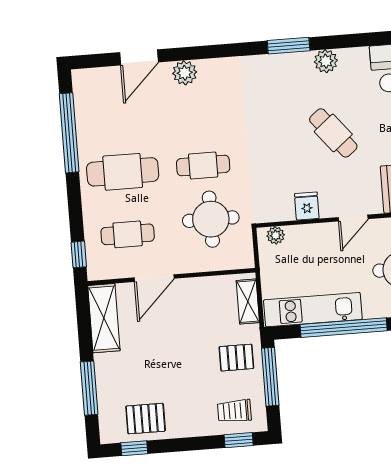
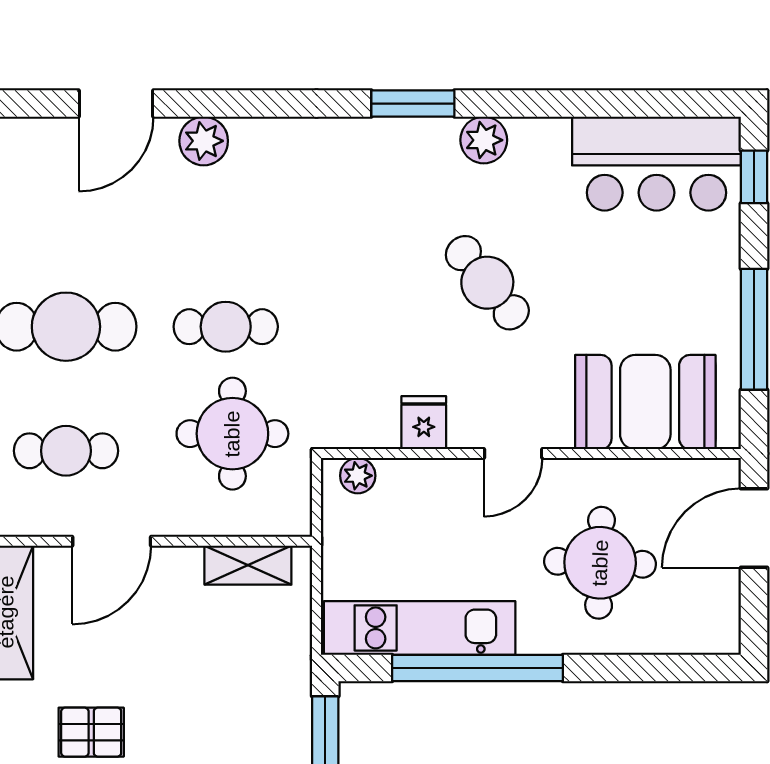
shelving: (248, 302) -> (248, 565), moved, turned 90
pallet: (236, 358) -> (91, 732), moved

